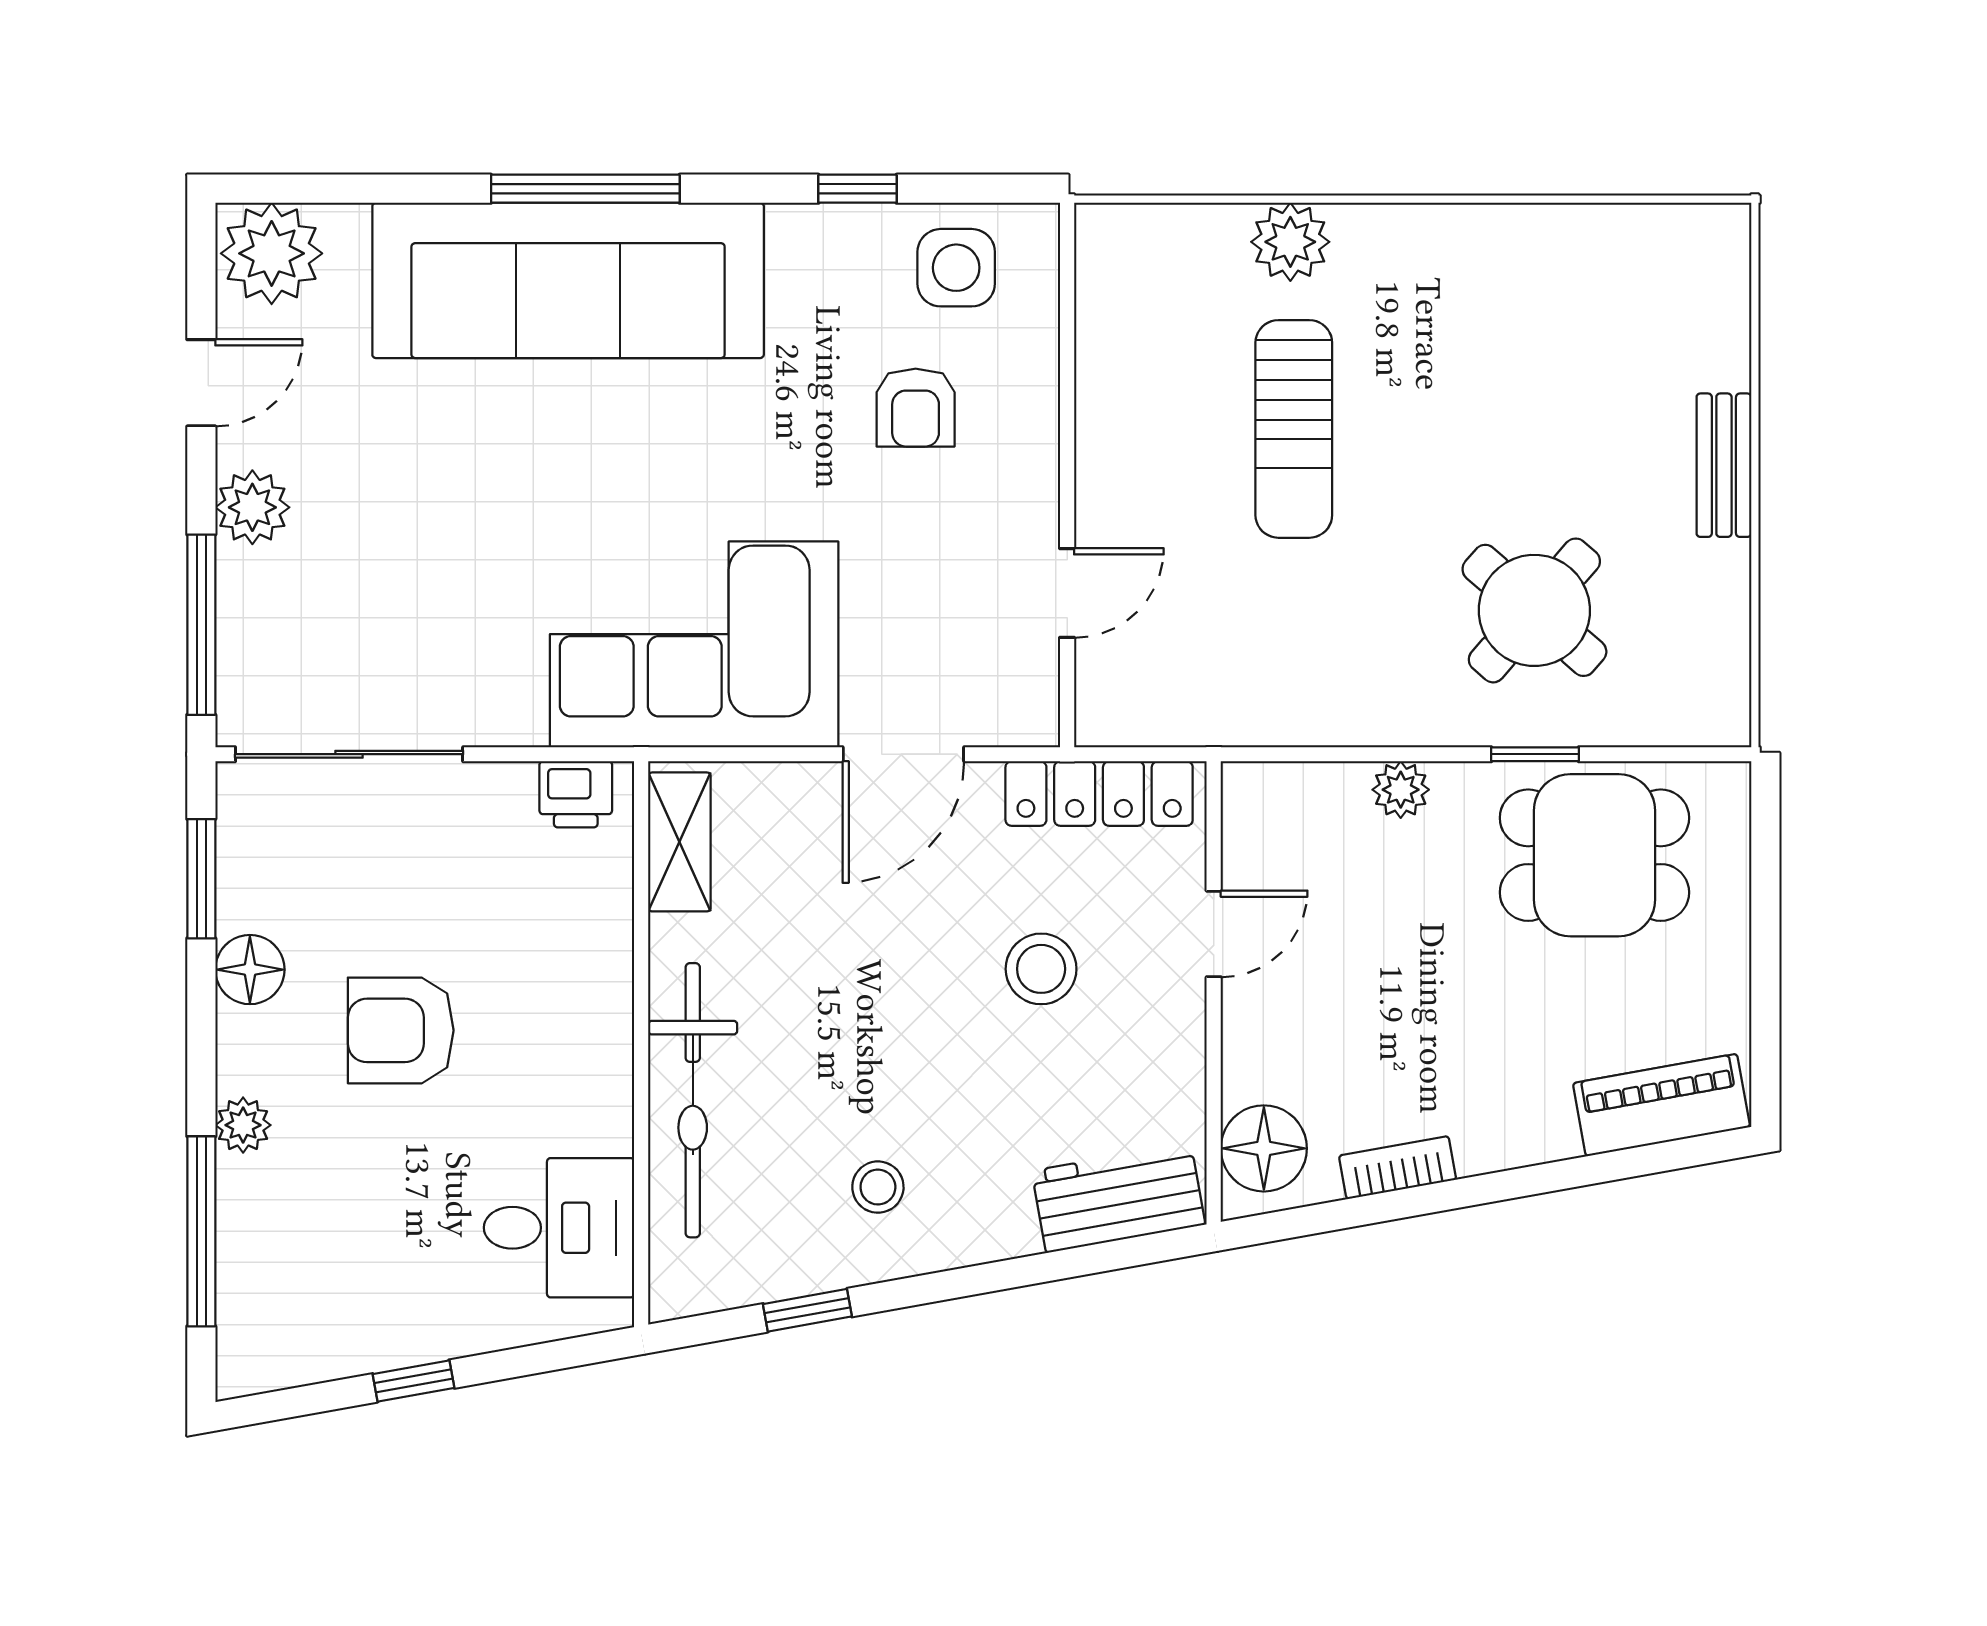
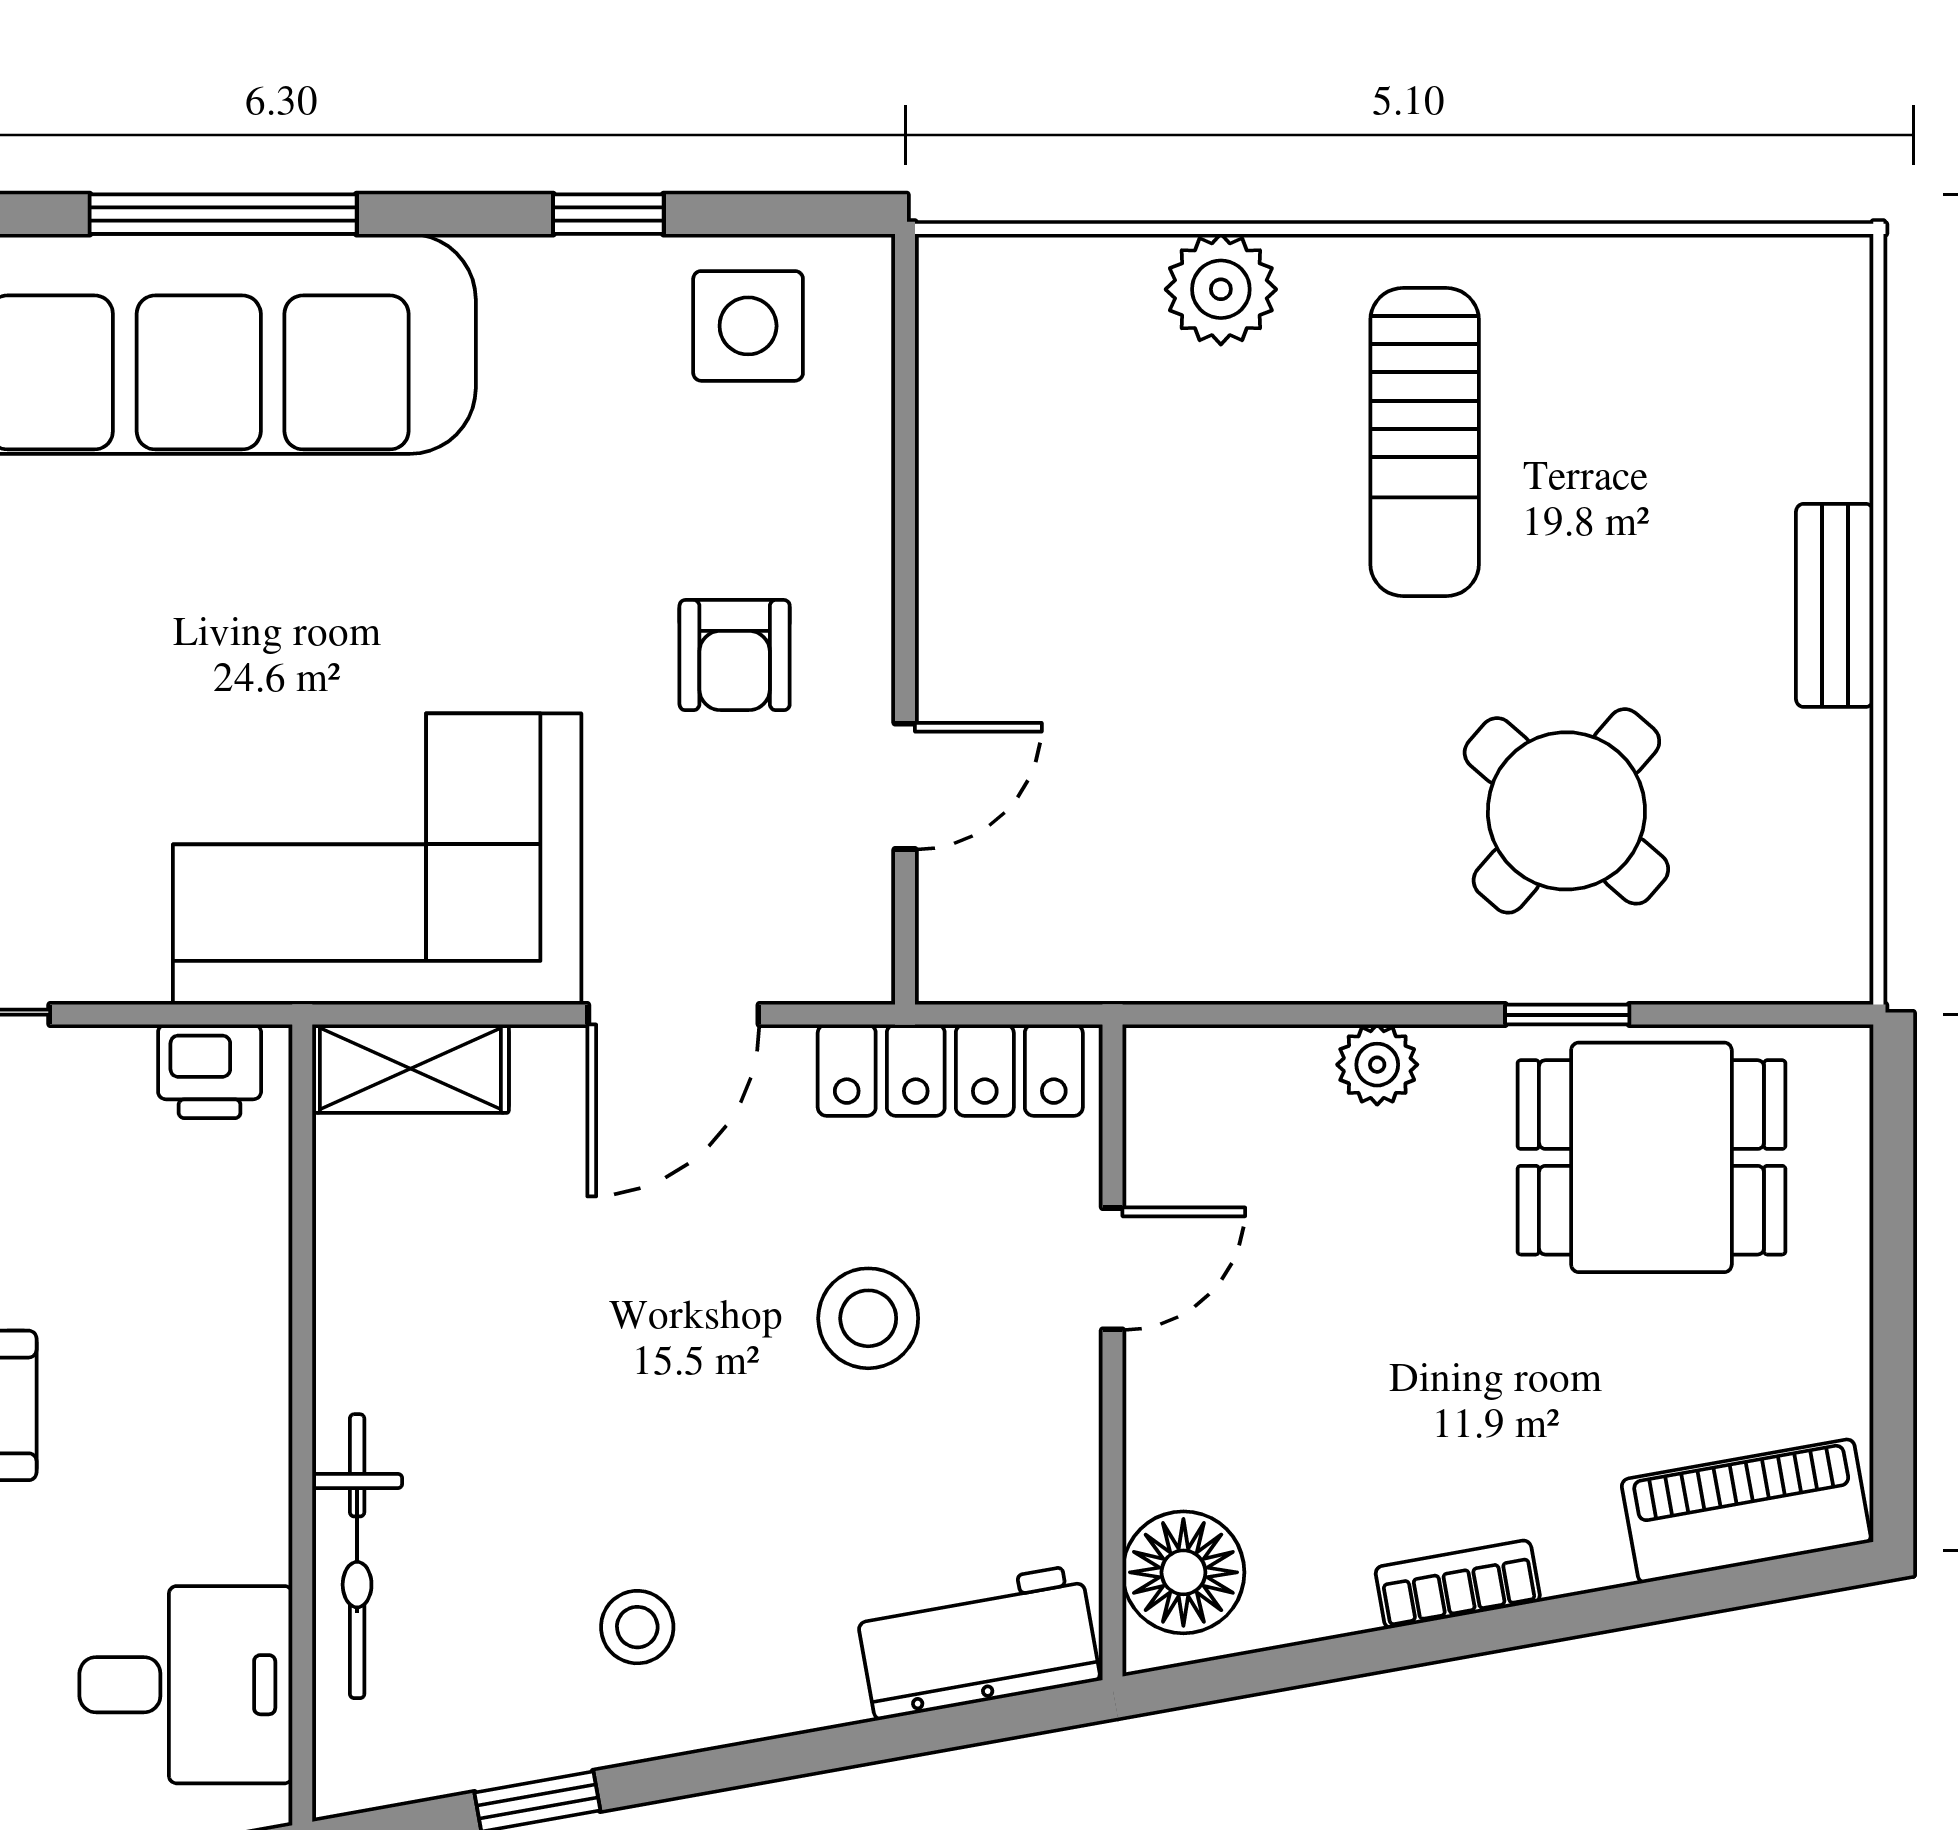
armchair: (916, 408) -> (735, 655), moved
sun lounger: (1294, 429) -> (1425, 442), moved
shelving: (679, 842) -> (410, 1069), moved, turned 90
bicycle: (693, 1100) -> (357, 1556), width x0.73, depth x0.71
bookcase: (1398, 1168) -> (1458, 1584), moved

